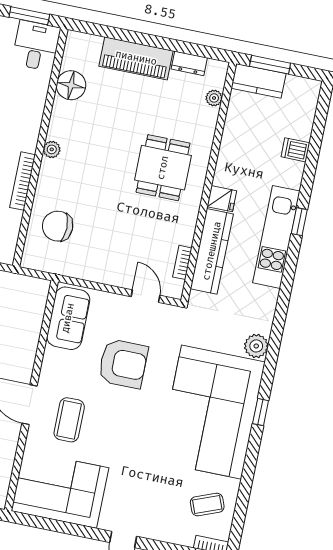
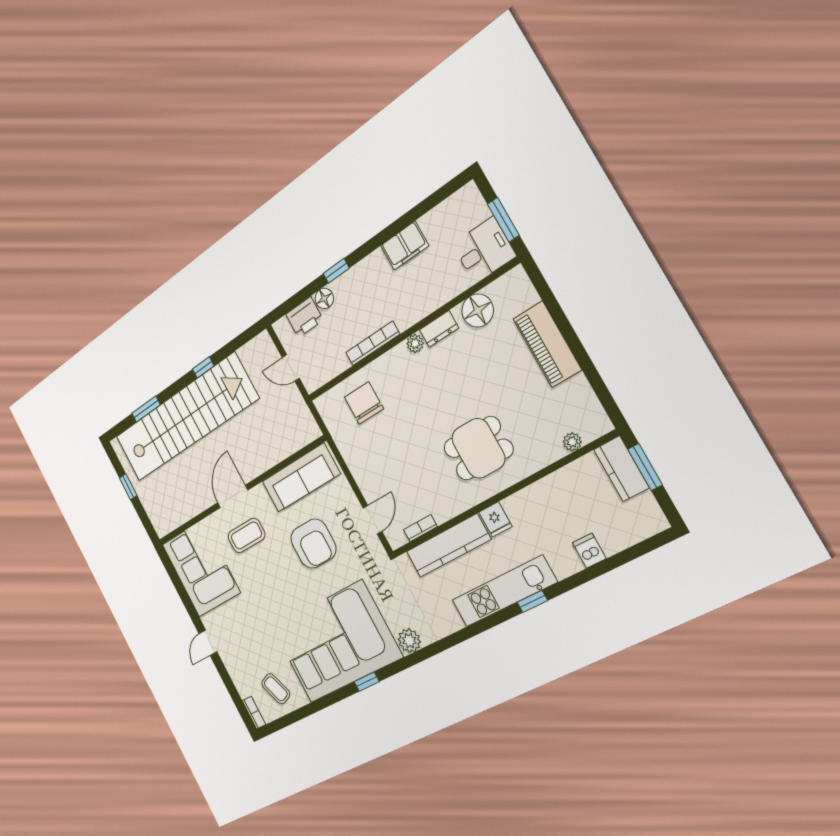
dresser: (189, 63) -> (439, 329), moved, turned -90
sofa: (68, 318) -> (301, 478), width x1.36

